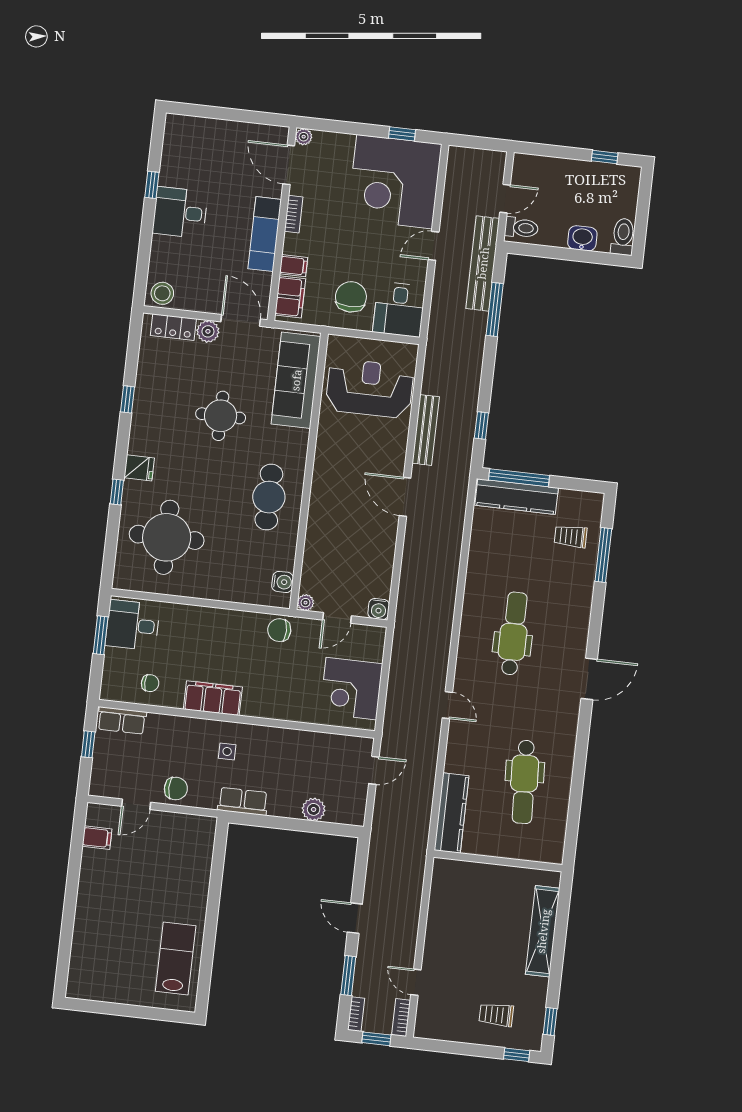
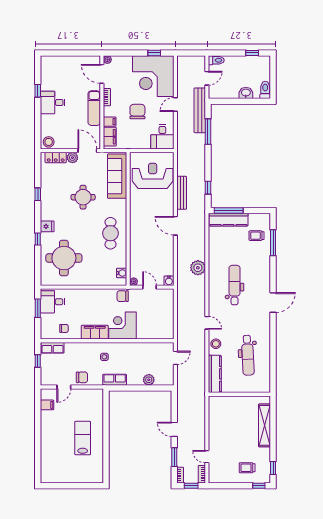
toilet: (521, 228) -> (216, 60), moved
chair: (351, 297) -> (137, 112), moved
plant: (442, 589) -> (198, 268), added
door: (337, 618) -> (150, 287), swing flipped
corner desk: (351, 689) -> (123, 326), moved, turned 90
stool: (461, 751) -> (216, 344), added
lab bench: (176, 959) -> (83, 438), moved

